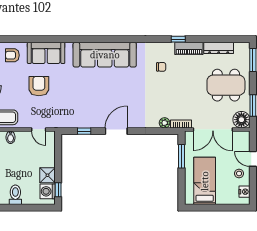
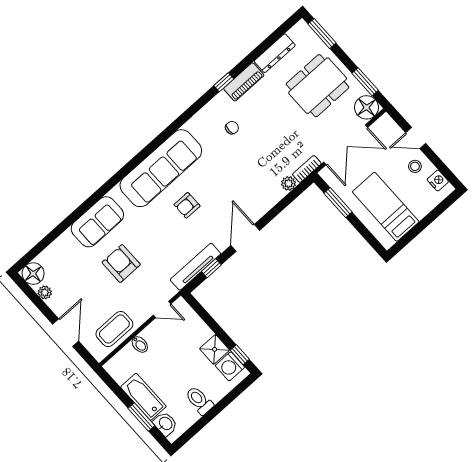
armchair: (12, 55) -> (187, 205), moved
tv unit: (76, 123) -> (195, 267), added

